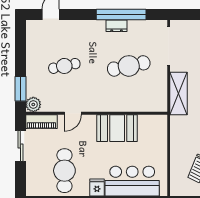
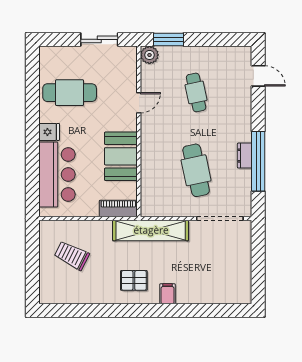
shelving: (178, 94) -> (151, 230), width x1.47
door: (73, 113) -> (139, 103), swing flipped
piano: (41, 122) -> (118, 208), moved, turned 90

